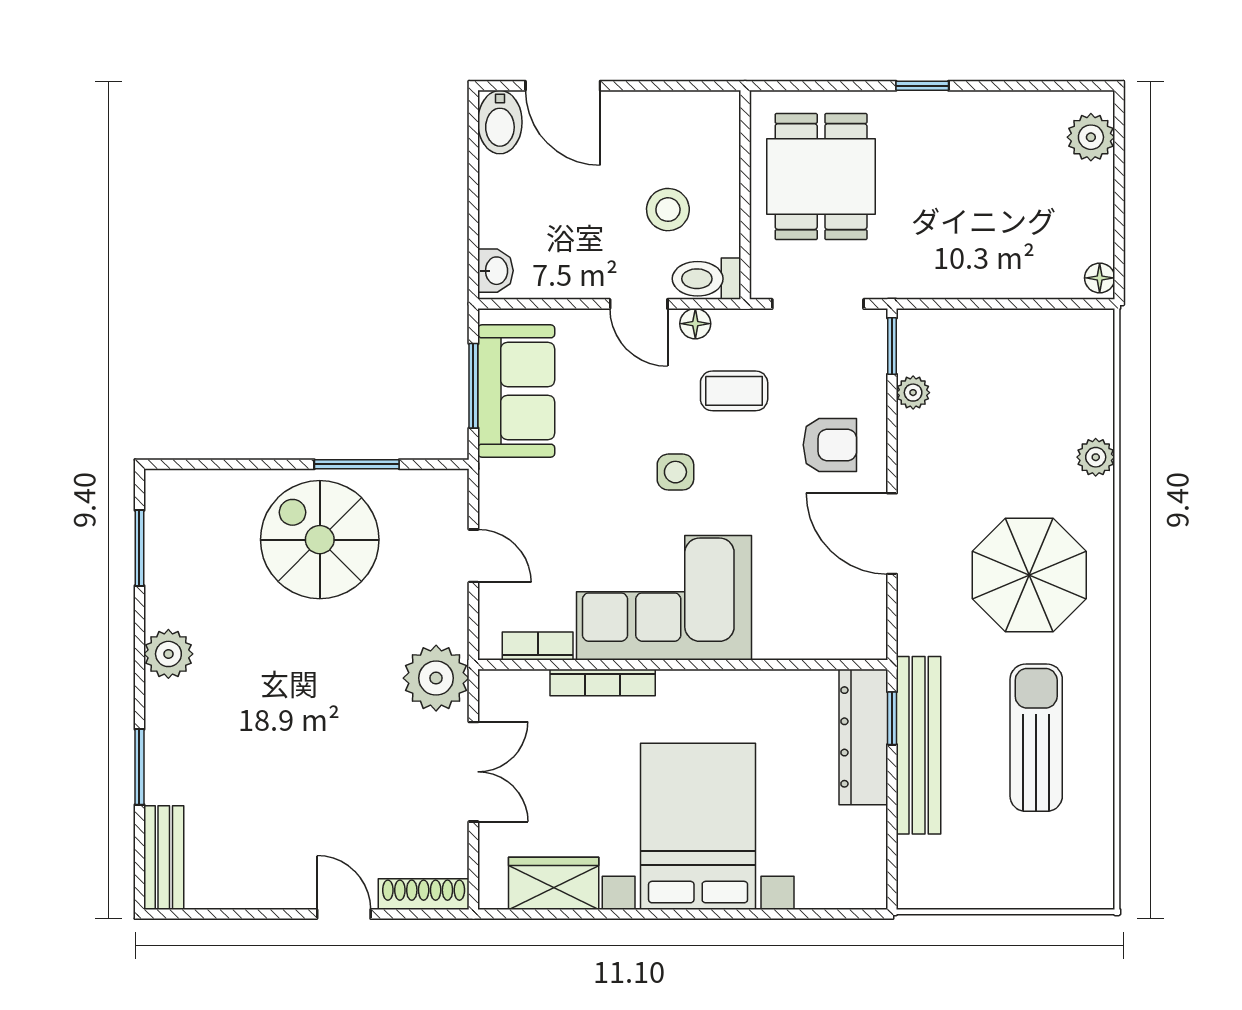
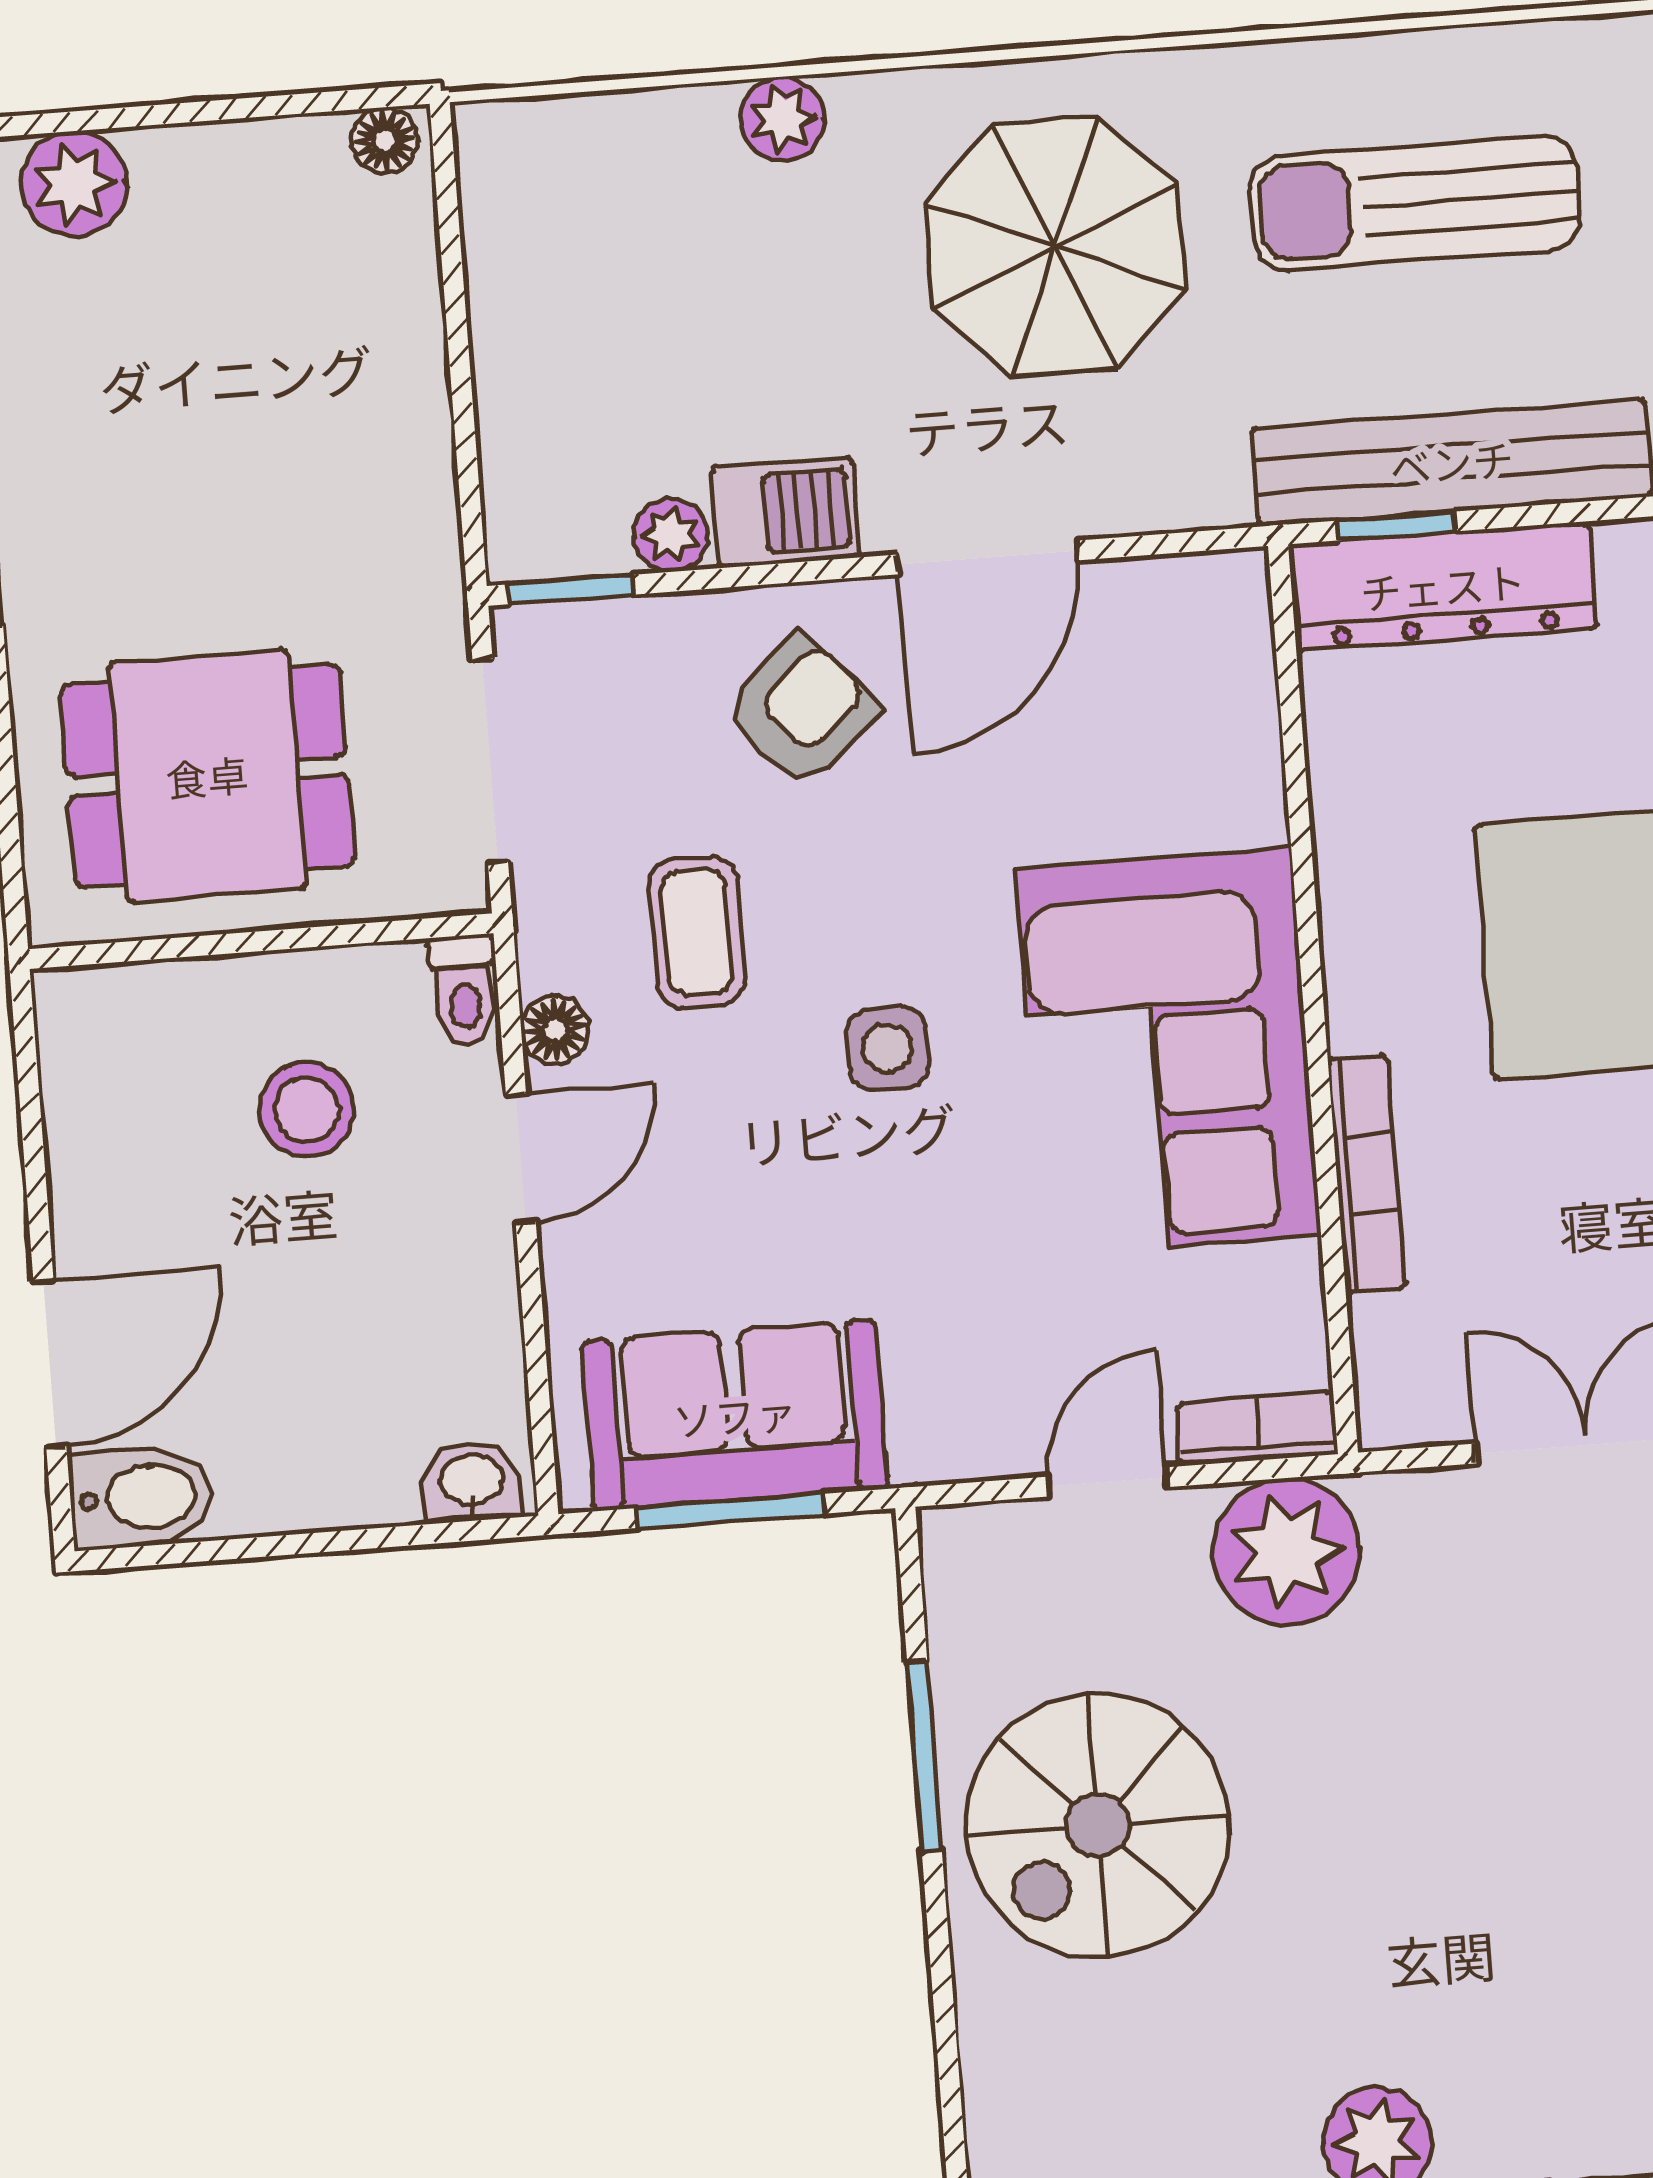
toilet: (706, 279) -> (464, 990), width x0.73, depth x0.72
armchair: (830, 445) -> (801, 710), turned 48
barbecue: (919, 445) -> (785, 512), added
bookcase: (538, 646) -> (1258, 1429), moved, turned 90
plant: (436, 678) -> (1286, 1552), moved

